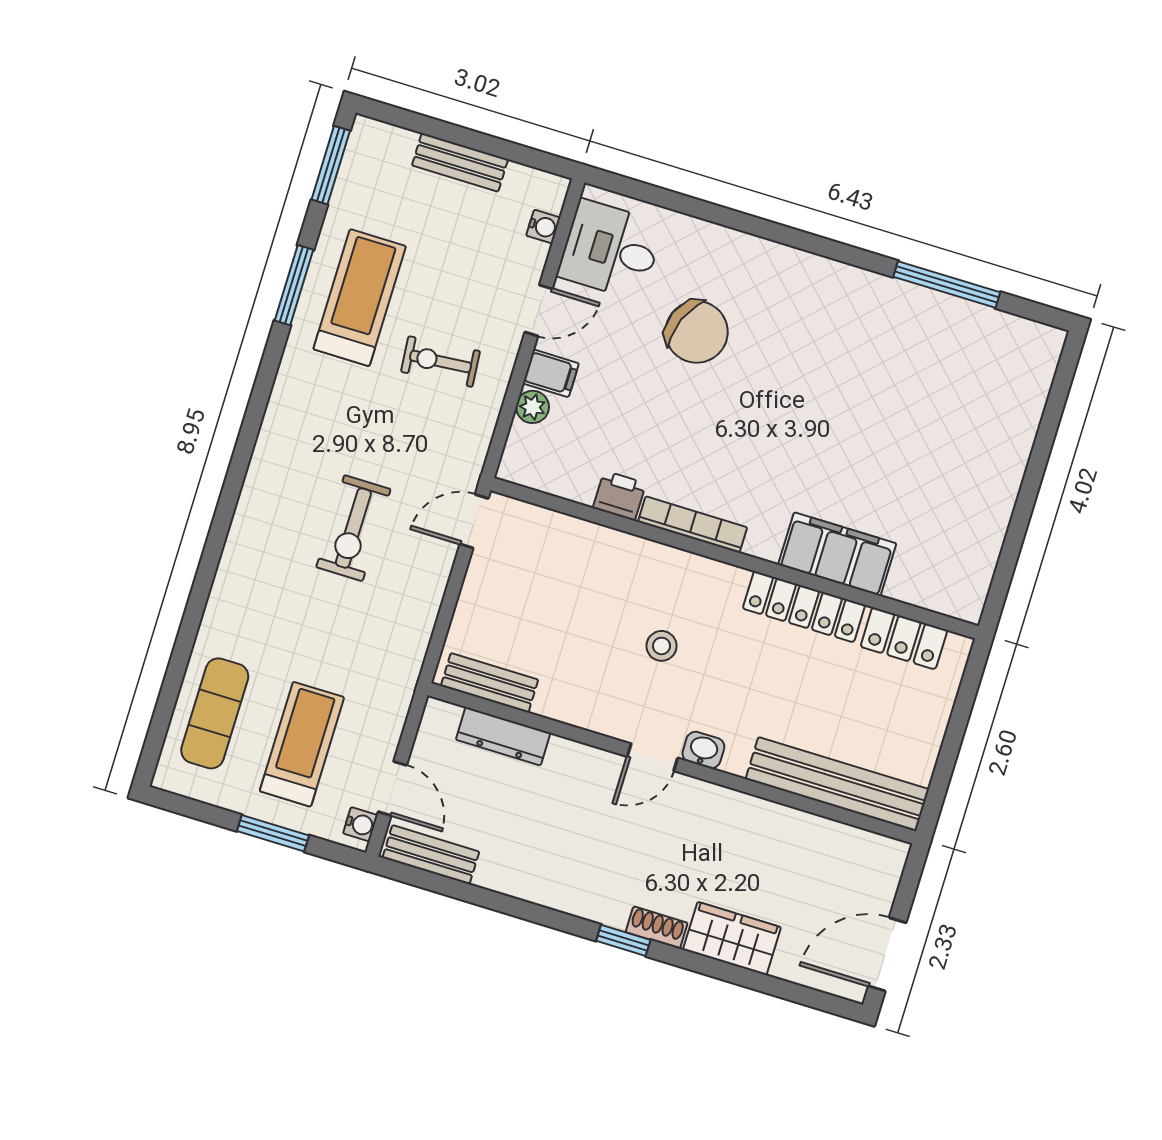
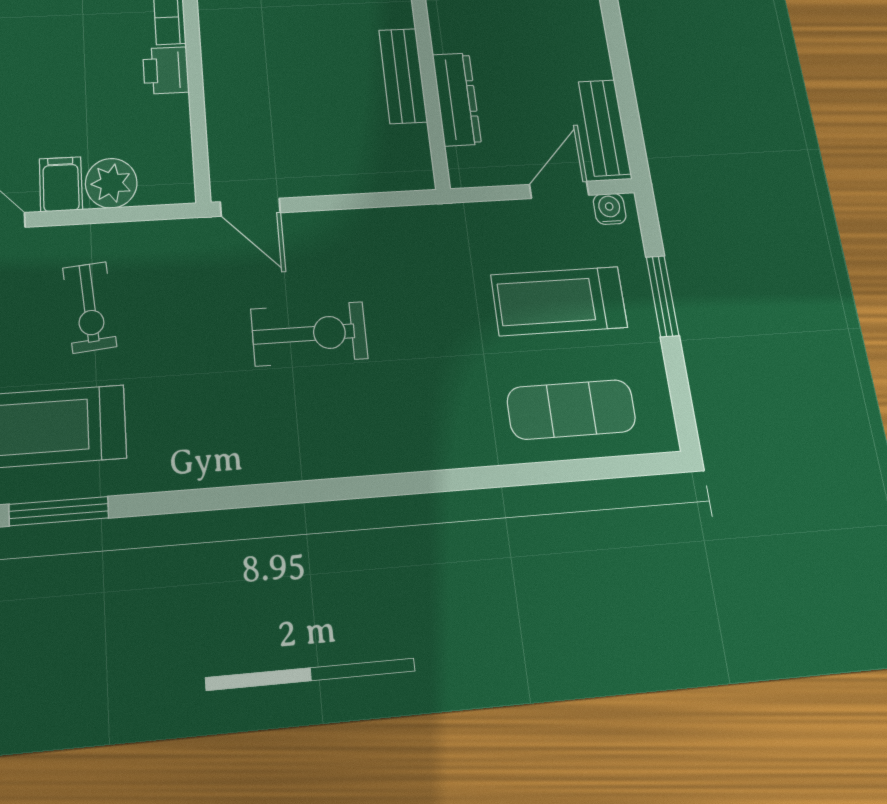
plant: (533, 407) -> (111, 183), width x1.38, depth x1.38
bench: (490, 683) -> (403, 76), moved

